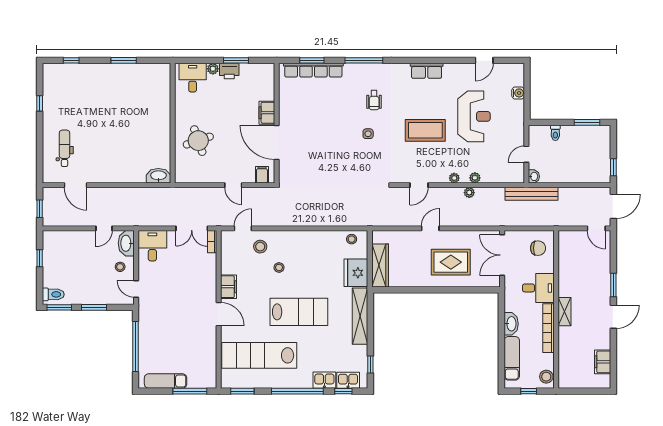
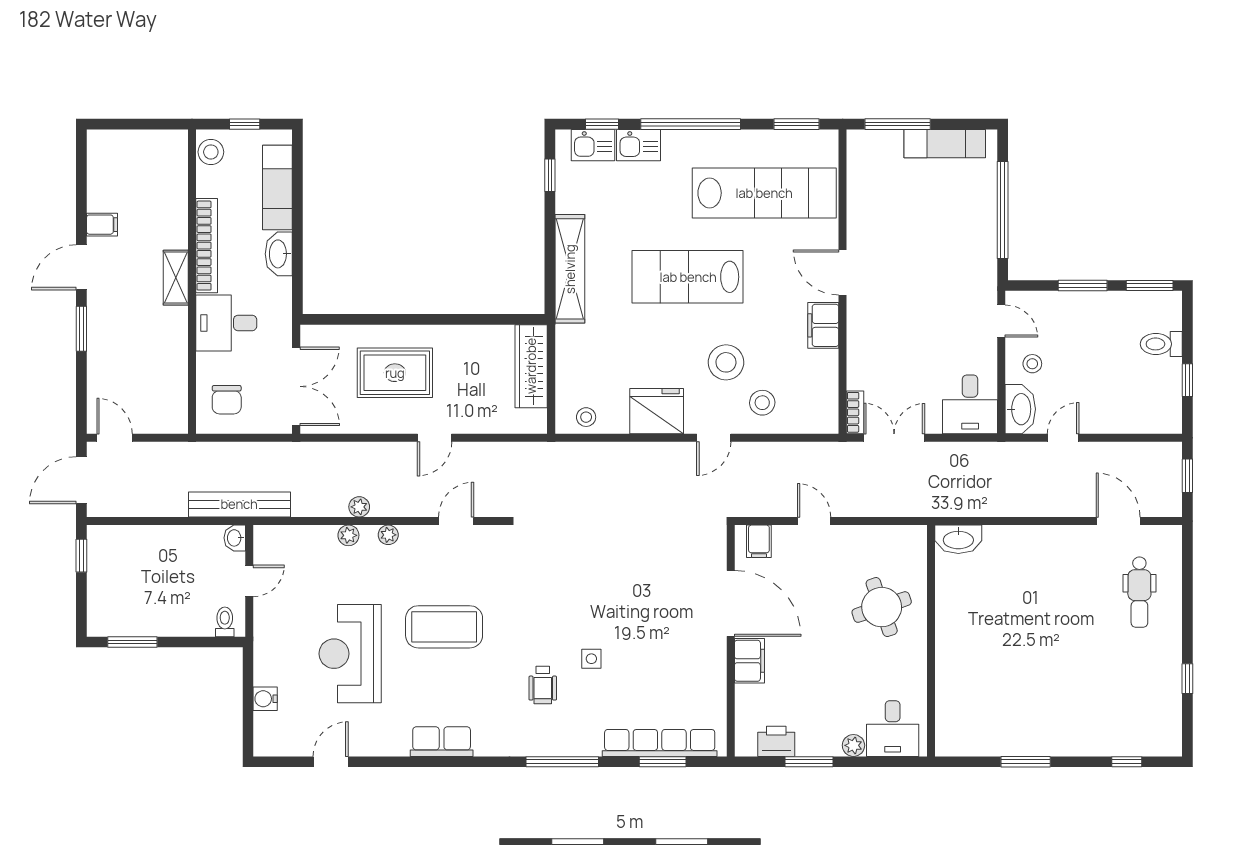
printer: (229, 71) -> (776, 741), moved
wheelchair: (374, 100) -> (543, 685), turned 180
toilet: (555, 133) -> (225, 622), moved
side table: (368, 134) -> (591, 659), moved
door: (243, 228) -> (714, 438), moved
chair: (538, 248) -> (227, 400), turned -90
stool: (279, 268) -> (726, 362), width x1.89, depth x1.89
fridge: (356, 273) -> (657, 411), moved, turned -90
toilet: (53, 294) -> (1161, 344), moved
filing cabinet: (603, 362) -> (102, 225), moved, width x0.50

